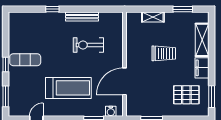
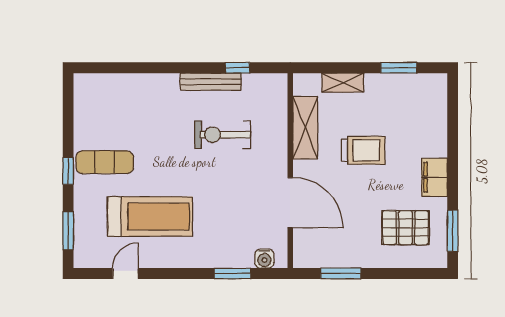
window: (52, 9) -> (237, 68), moved
shelving: (202, 40) -> (305, 128), moved
door: (125, 81) -> (290, 203), swing flipped
treadmill: (68, 88) -> (150, 216), moved

